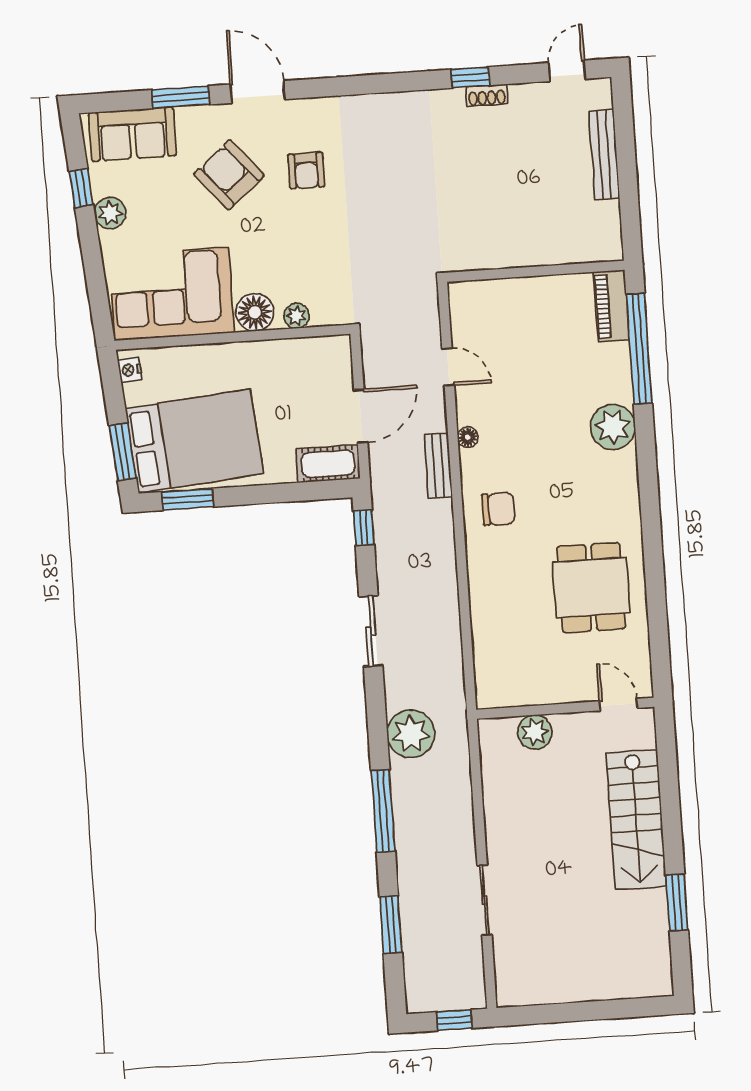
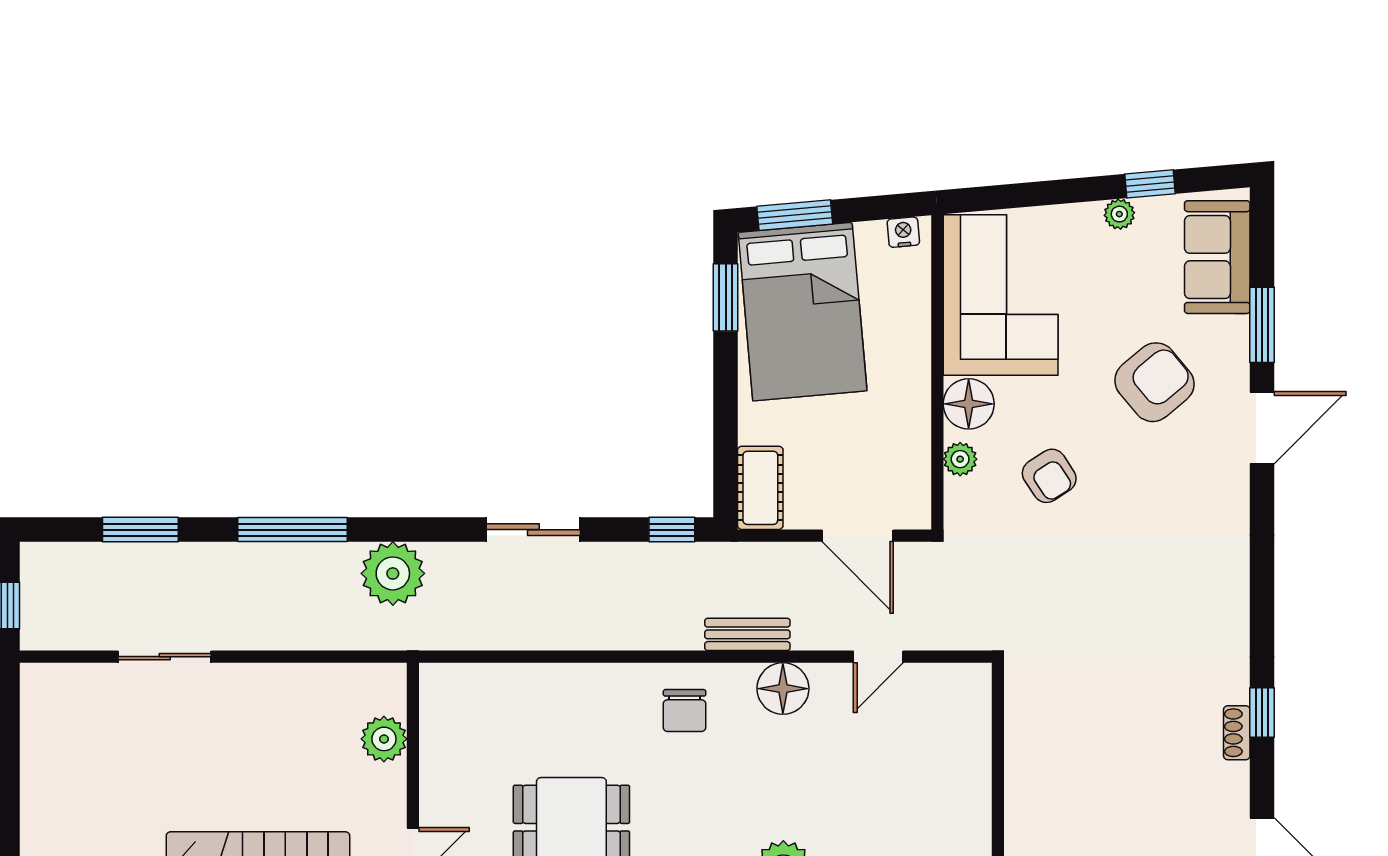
armchair: (306, 171) -> (1049, 476), moved, turned -123
plant: (110, 213) -> (1119, 214), width x0.73, depth x0.73
door: (361, 416) -> (858, 536), moved
floor lamp: (468, 437) -> (783, 689), width x1.89, depth x1.89

